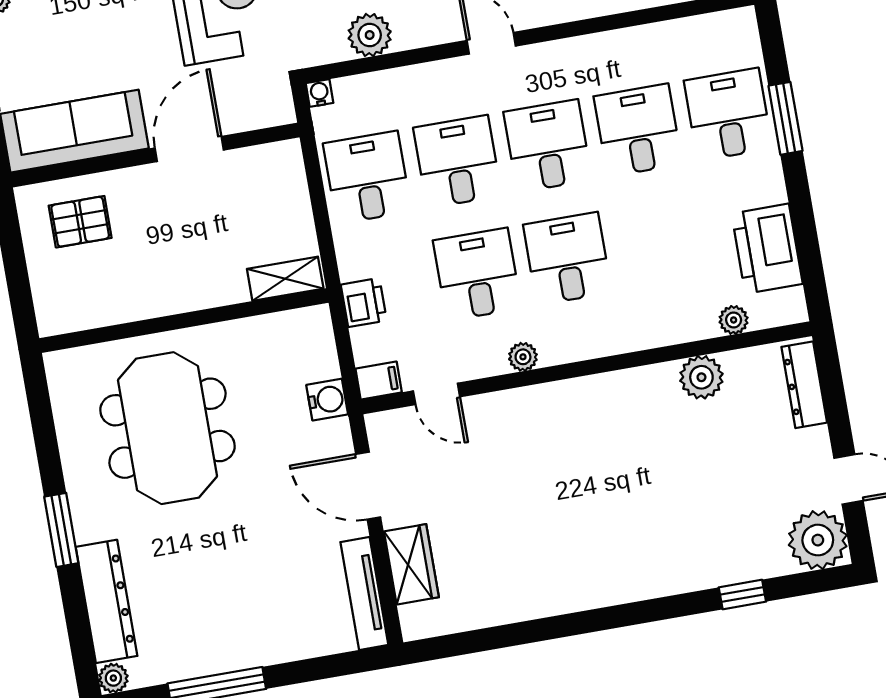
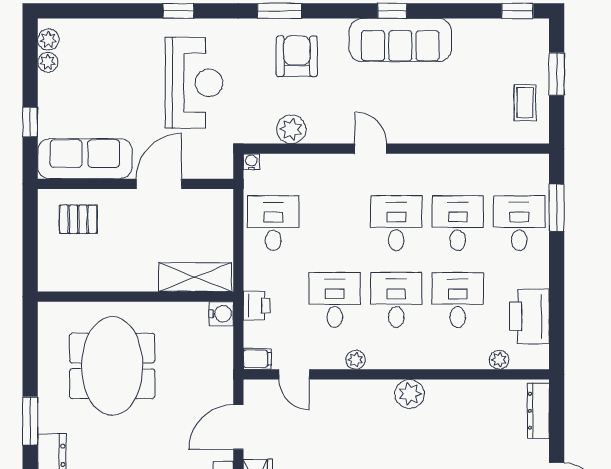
window: (785, 118) -> (557, 208), moved
desk: (457, 162) -> (458, 300), moved
shelving: (285, 279) -> (195, 277), width x1.50, depth x1.33
plant: (701, 377) -> (410, 394), moved
water cooler: (327, 400) -> (221, 314), moved
door: (368, 486) -> (238, 427), hinge flipped

